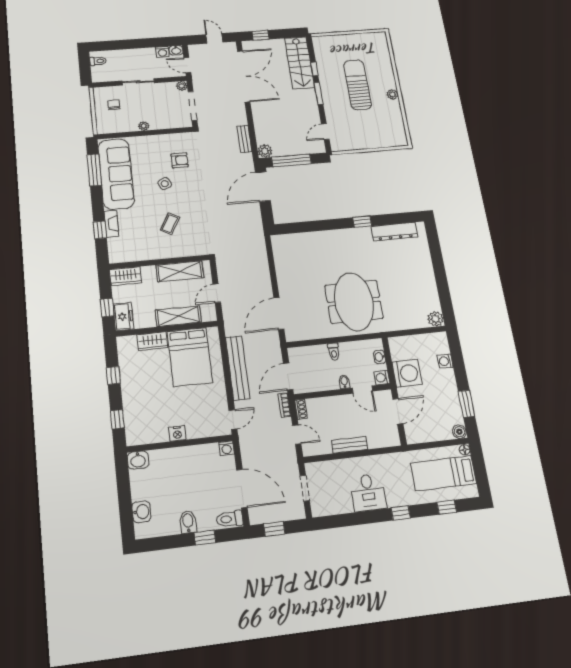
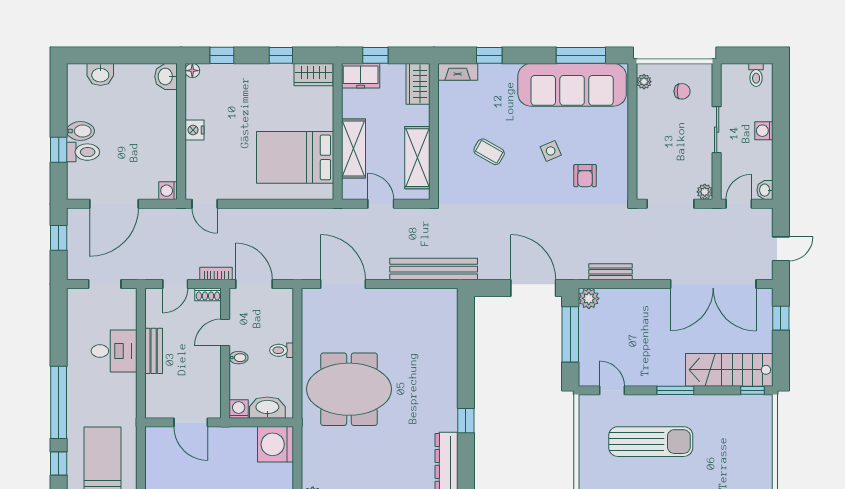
washing machine: (162, 52) -> (764, 131), moved
window: (314, 69) -> (753, 390), moved
sun lounger: (358, 85) -> (651, 442), moved
plant: (144, 126) -> (644, 82), moved
fireplace: (111, 224) -> (458, 72), moved
wardrobe: (152, 341) -> (313, 75), moved, turned -90
washbasin: (380, 357) -> (267, 408), width x1.91, depth x1.45
bench: (238, 368) -> (434, 269), moved
washing machine: (407, 373) -> (276, 444), moved, turned 90
door: (362, 390) -> (225, 333), moved
floor lamp: (131, 440) -> (192, 71), added
desk: (368, 492) -> (114, 351), moved, turned 180
window: (401, 513) -> (59, 402), width x3.17
toilet: (230, 519) -> (83, 152), moved, turned 90

